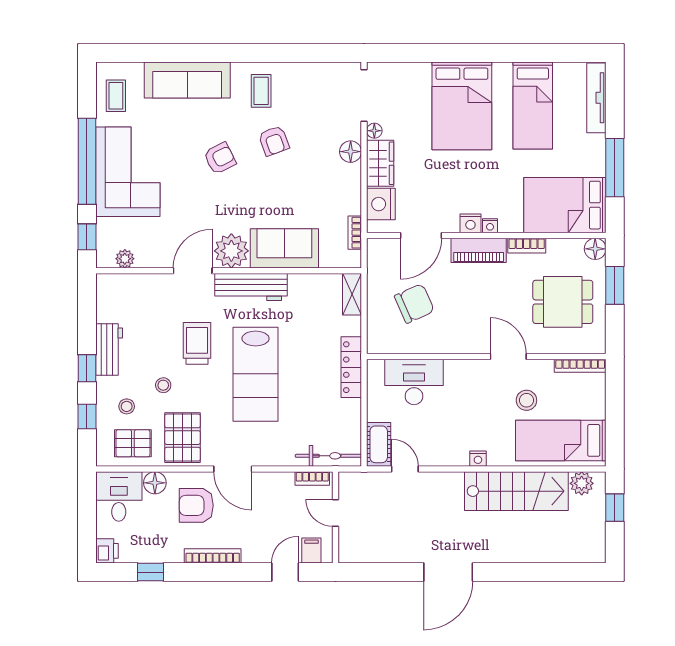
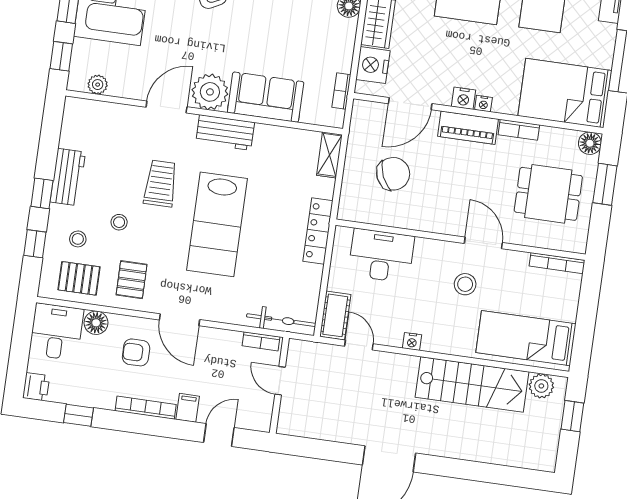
workbench: (251, 287) -> (225, 132), width x0.73
stool: (526, 400) -> (465, 284), moved
pallet: (183, 438) -> (132, 280), width x0.67, depth x0.71
nightstand: (478, 459) -> (412, 341), moved
armchair: (196, 505) -> (136, 352), width x0.72, depth x0.72
filing cabinet: (311, 551) -> (188, 408), moved

